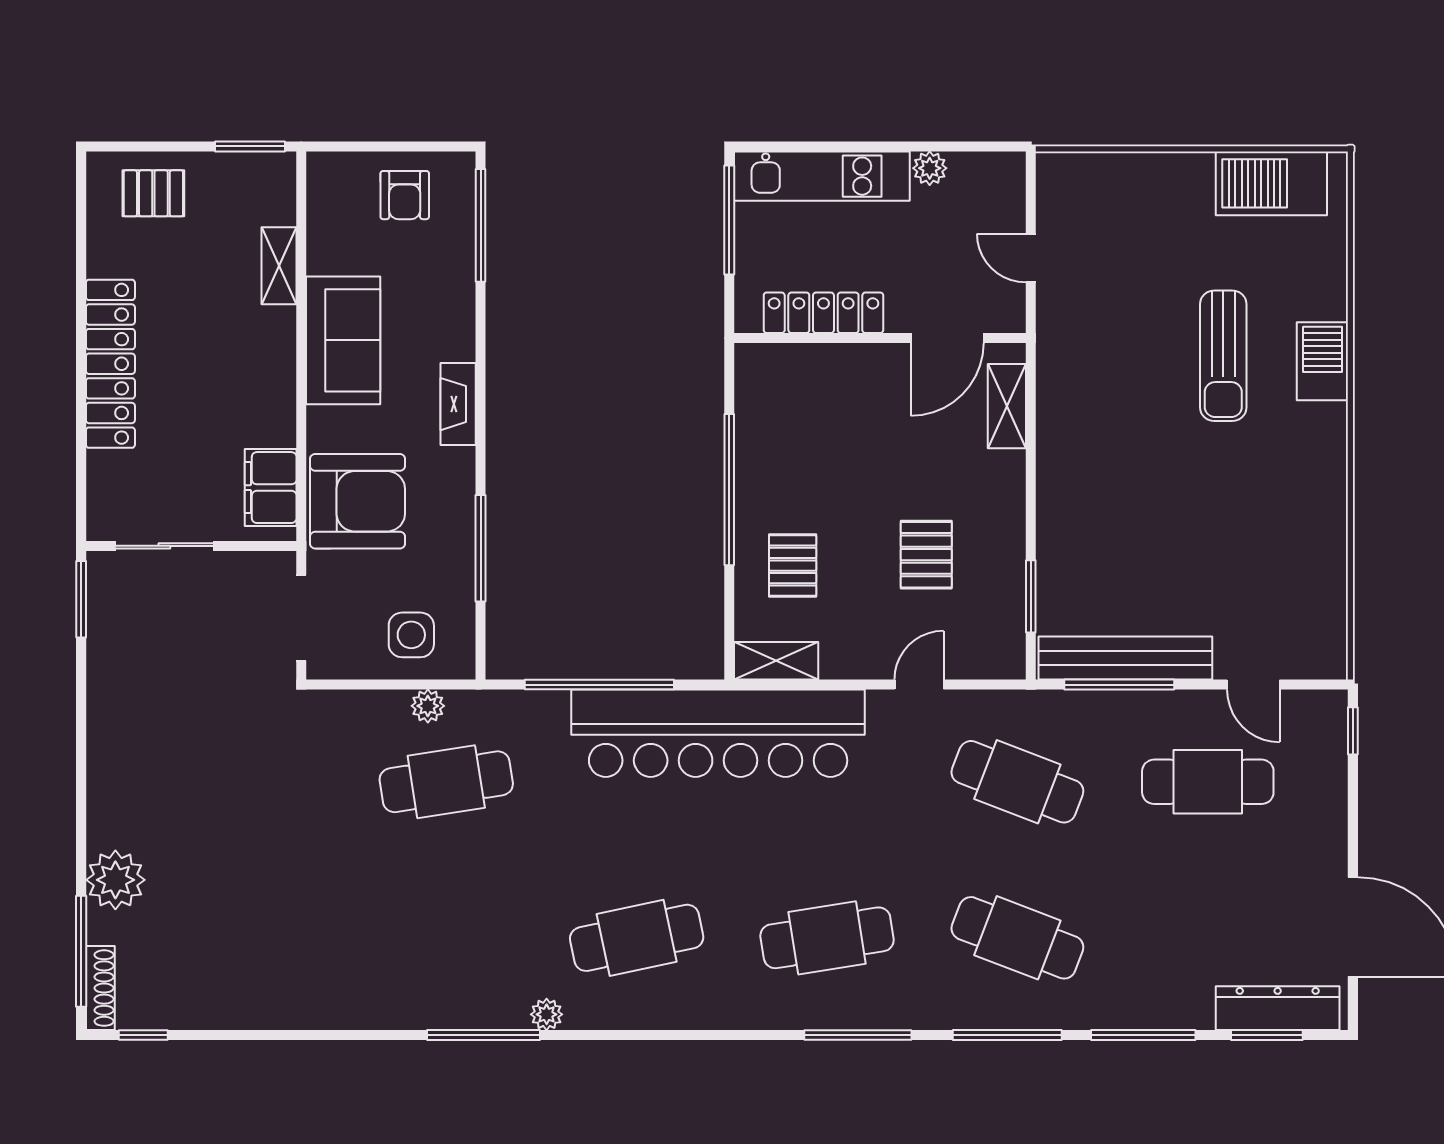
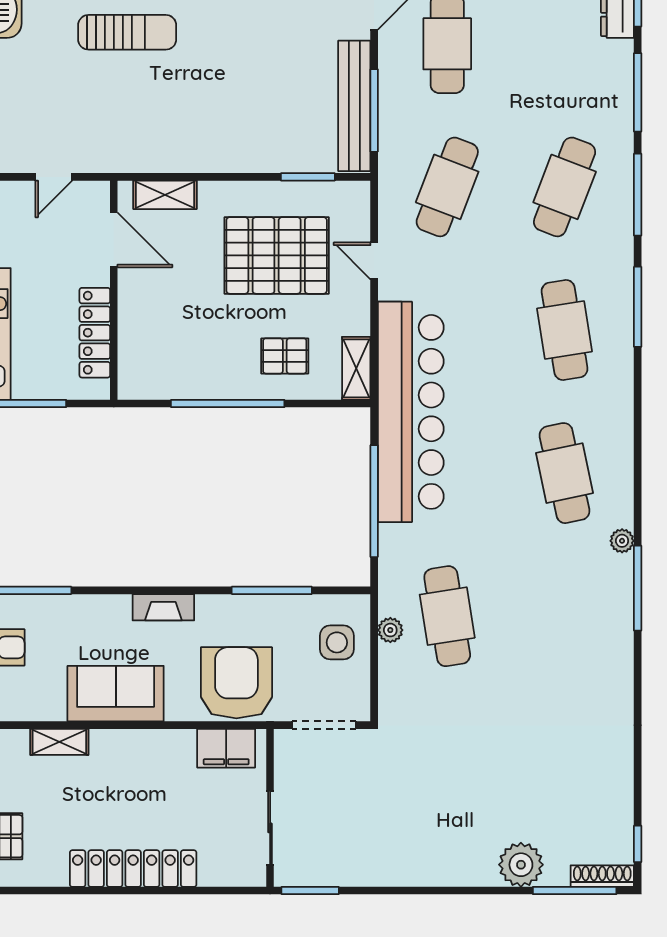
pallet: (926, 555) -> (277, 255), width x2.05, depth x2.00

